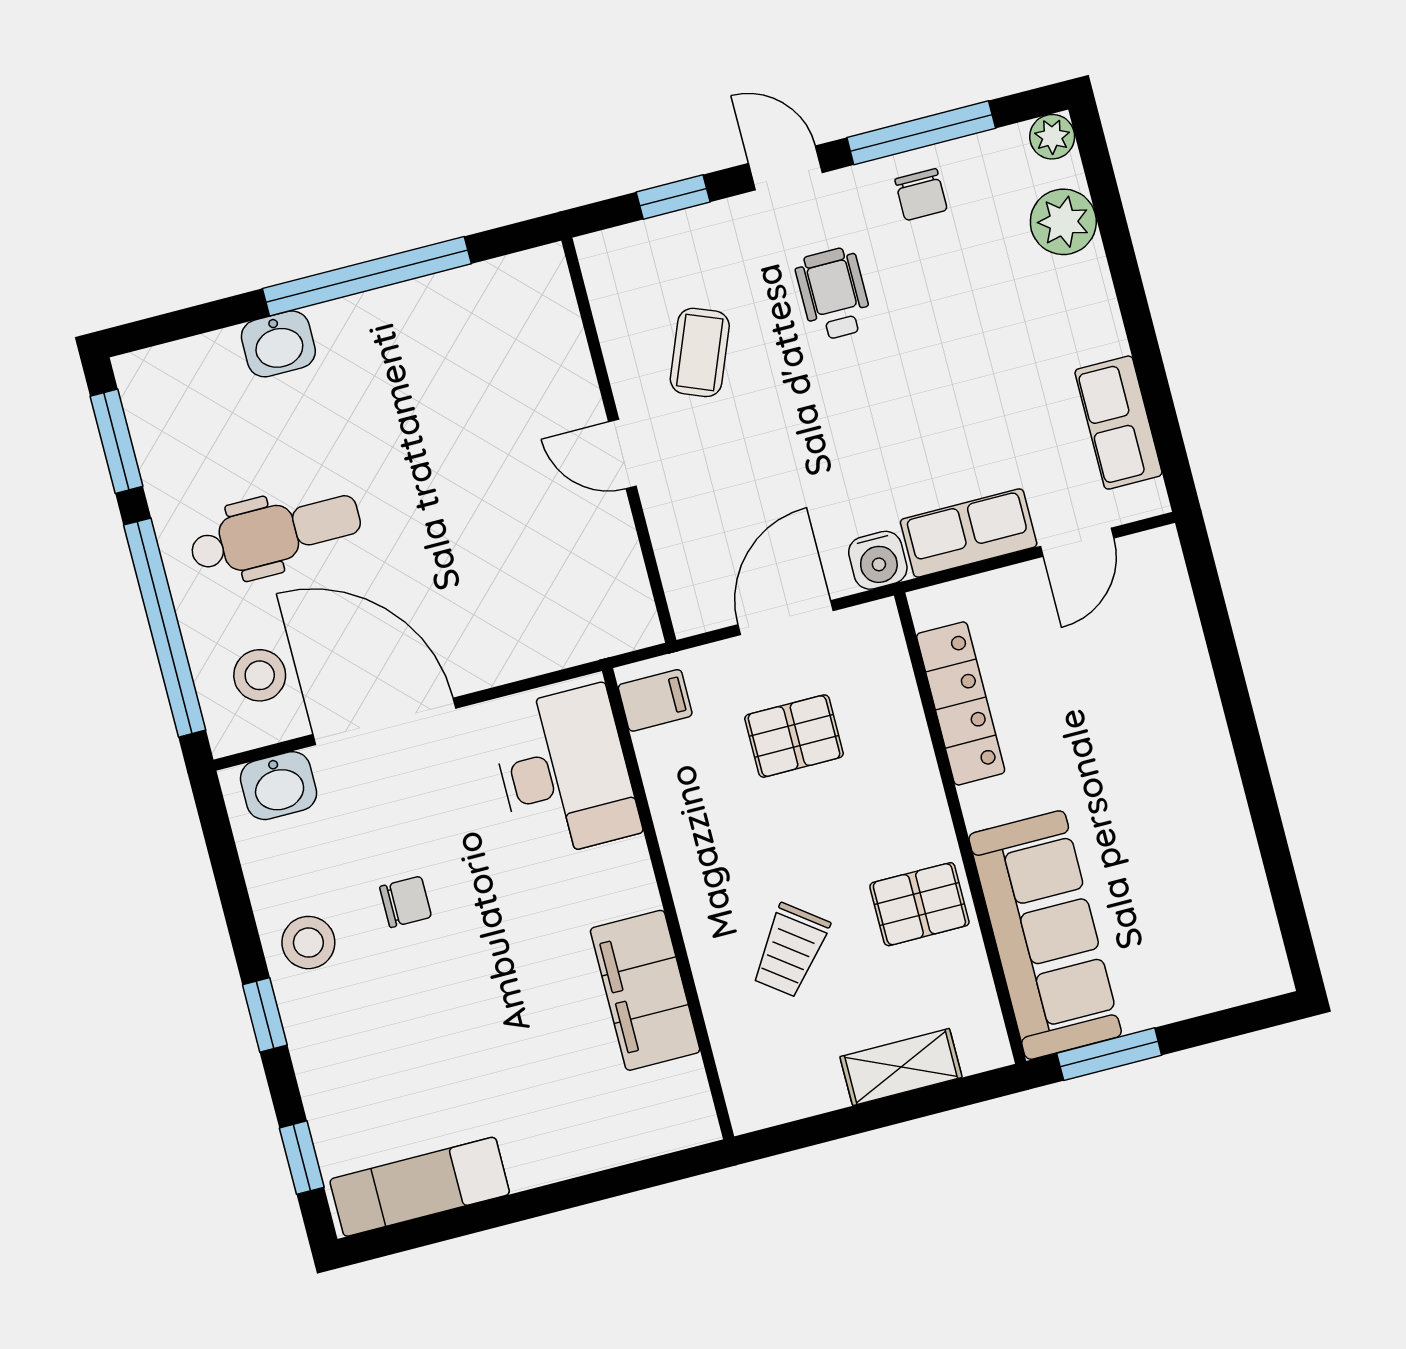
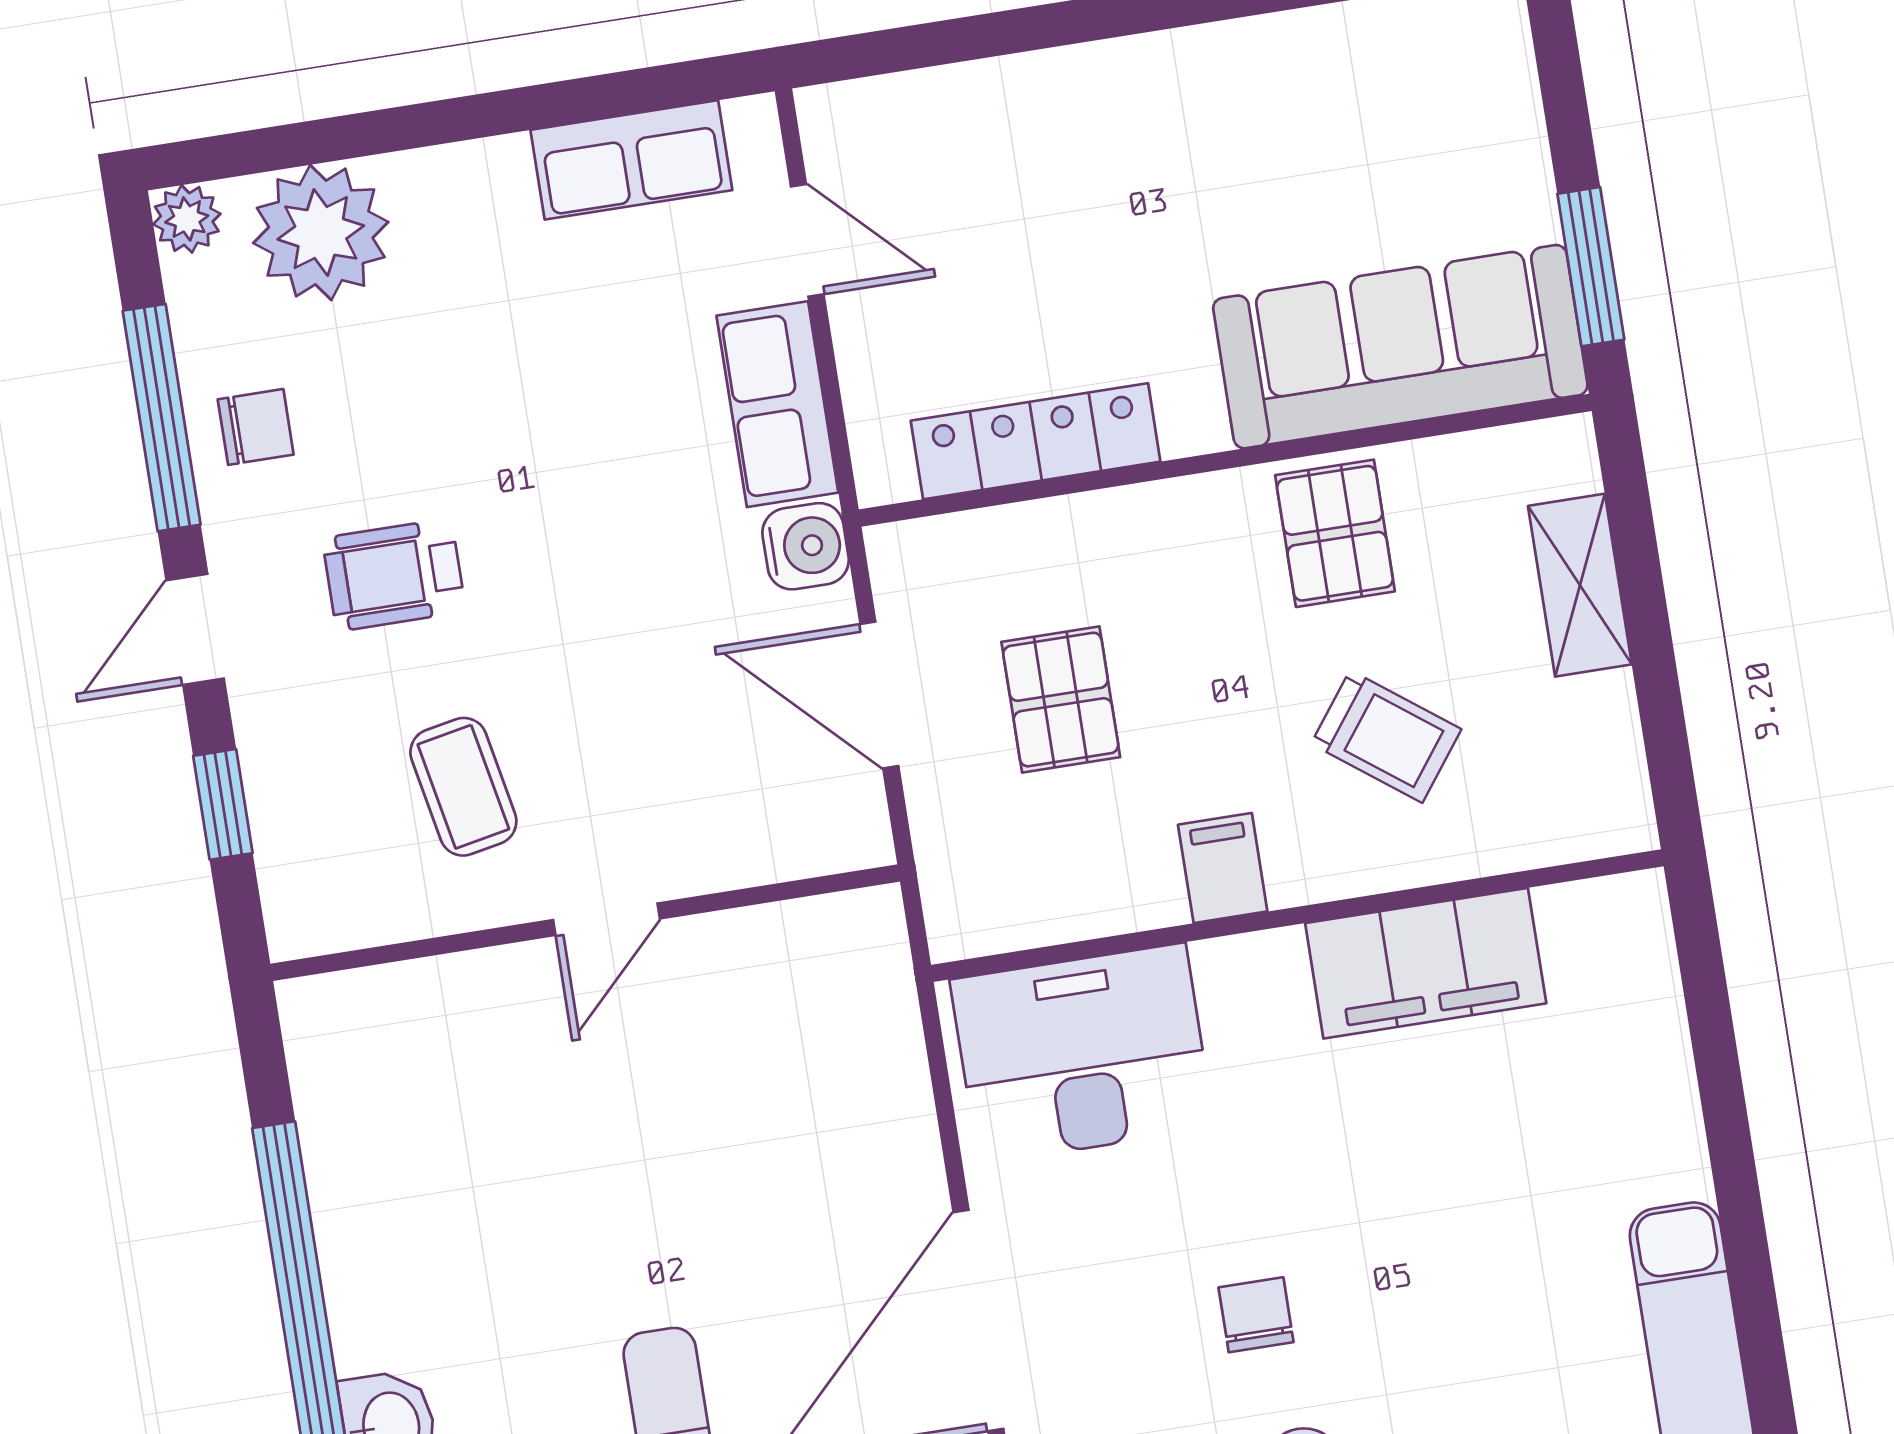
plant: (1063, 222) -> (321, 233), width x1.36, depth x1.36
coffee table: (700, 352) -> (463, 787), turned 57
filing cabinet: (655, 700) -> (1223, 868), moved

